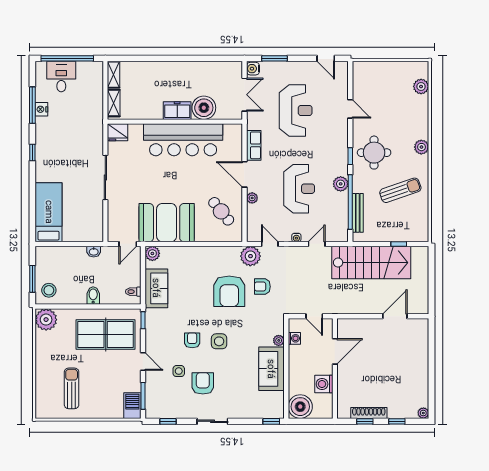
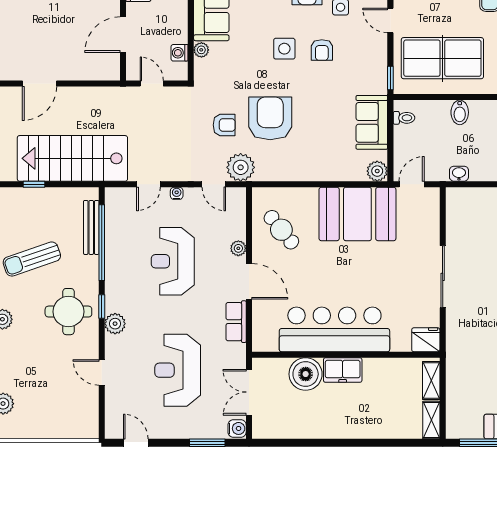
plant: (341, 184) -> (115, 324), moved

